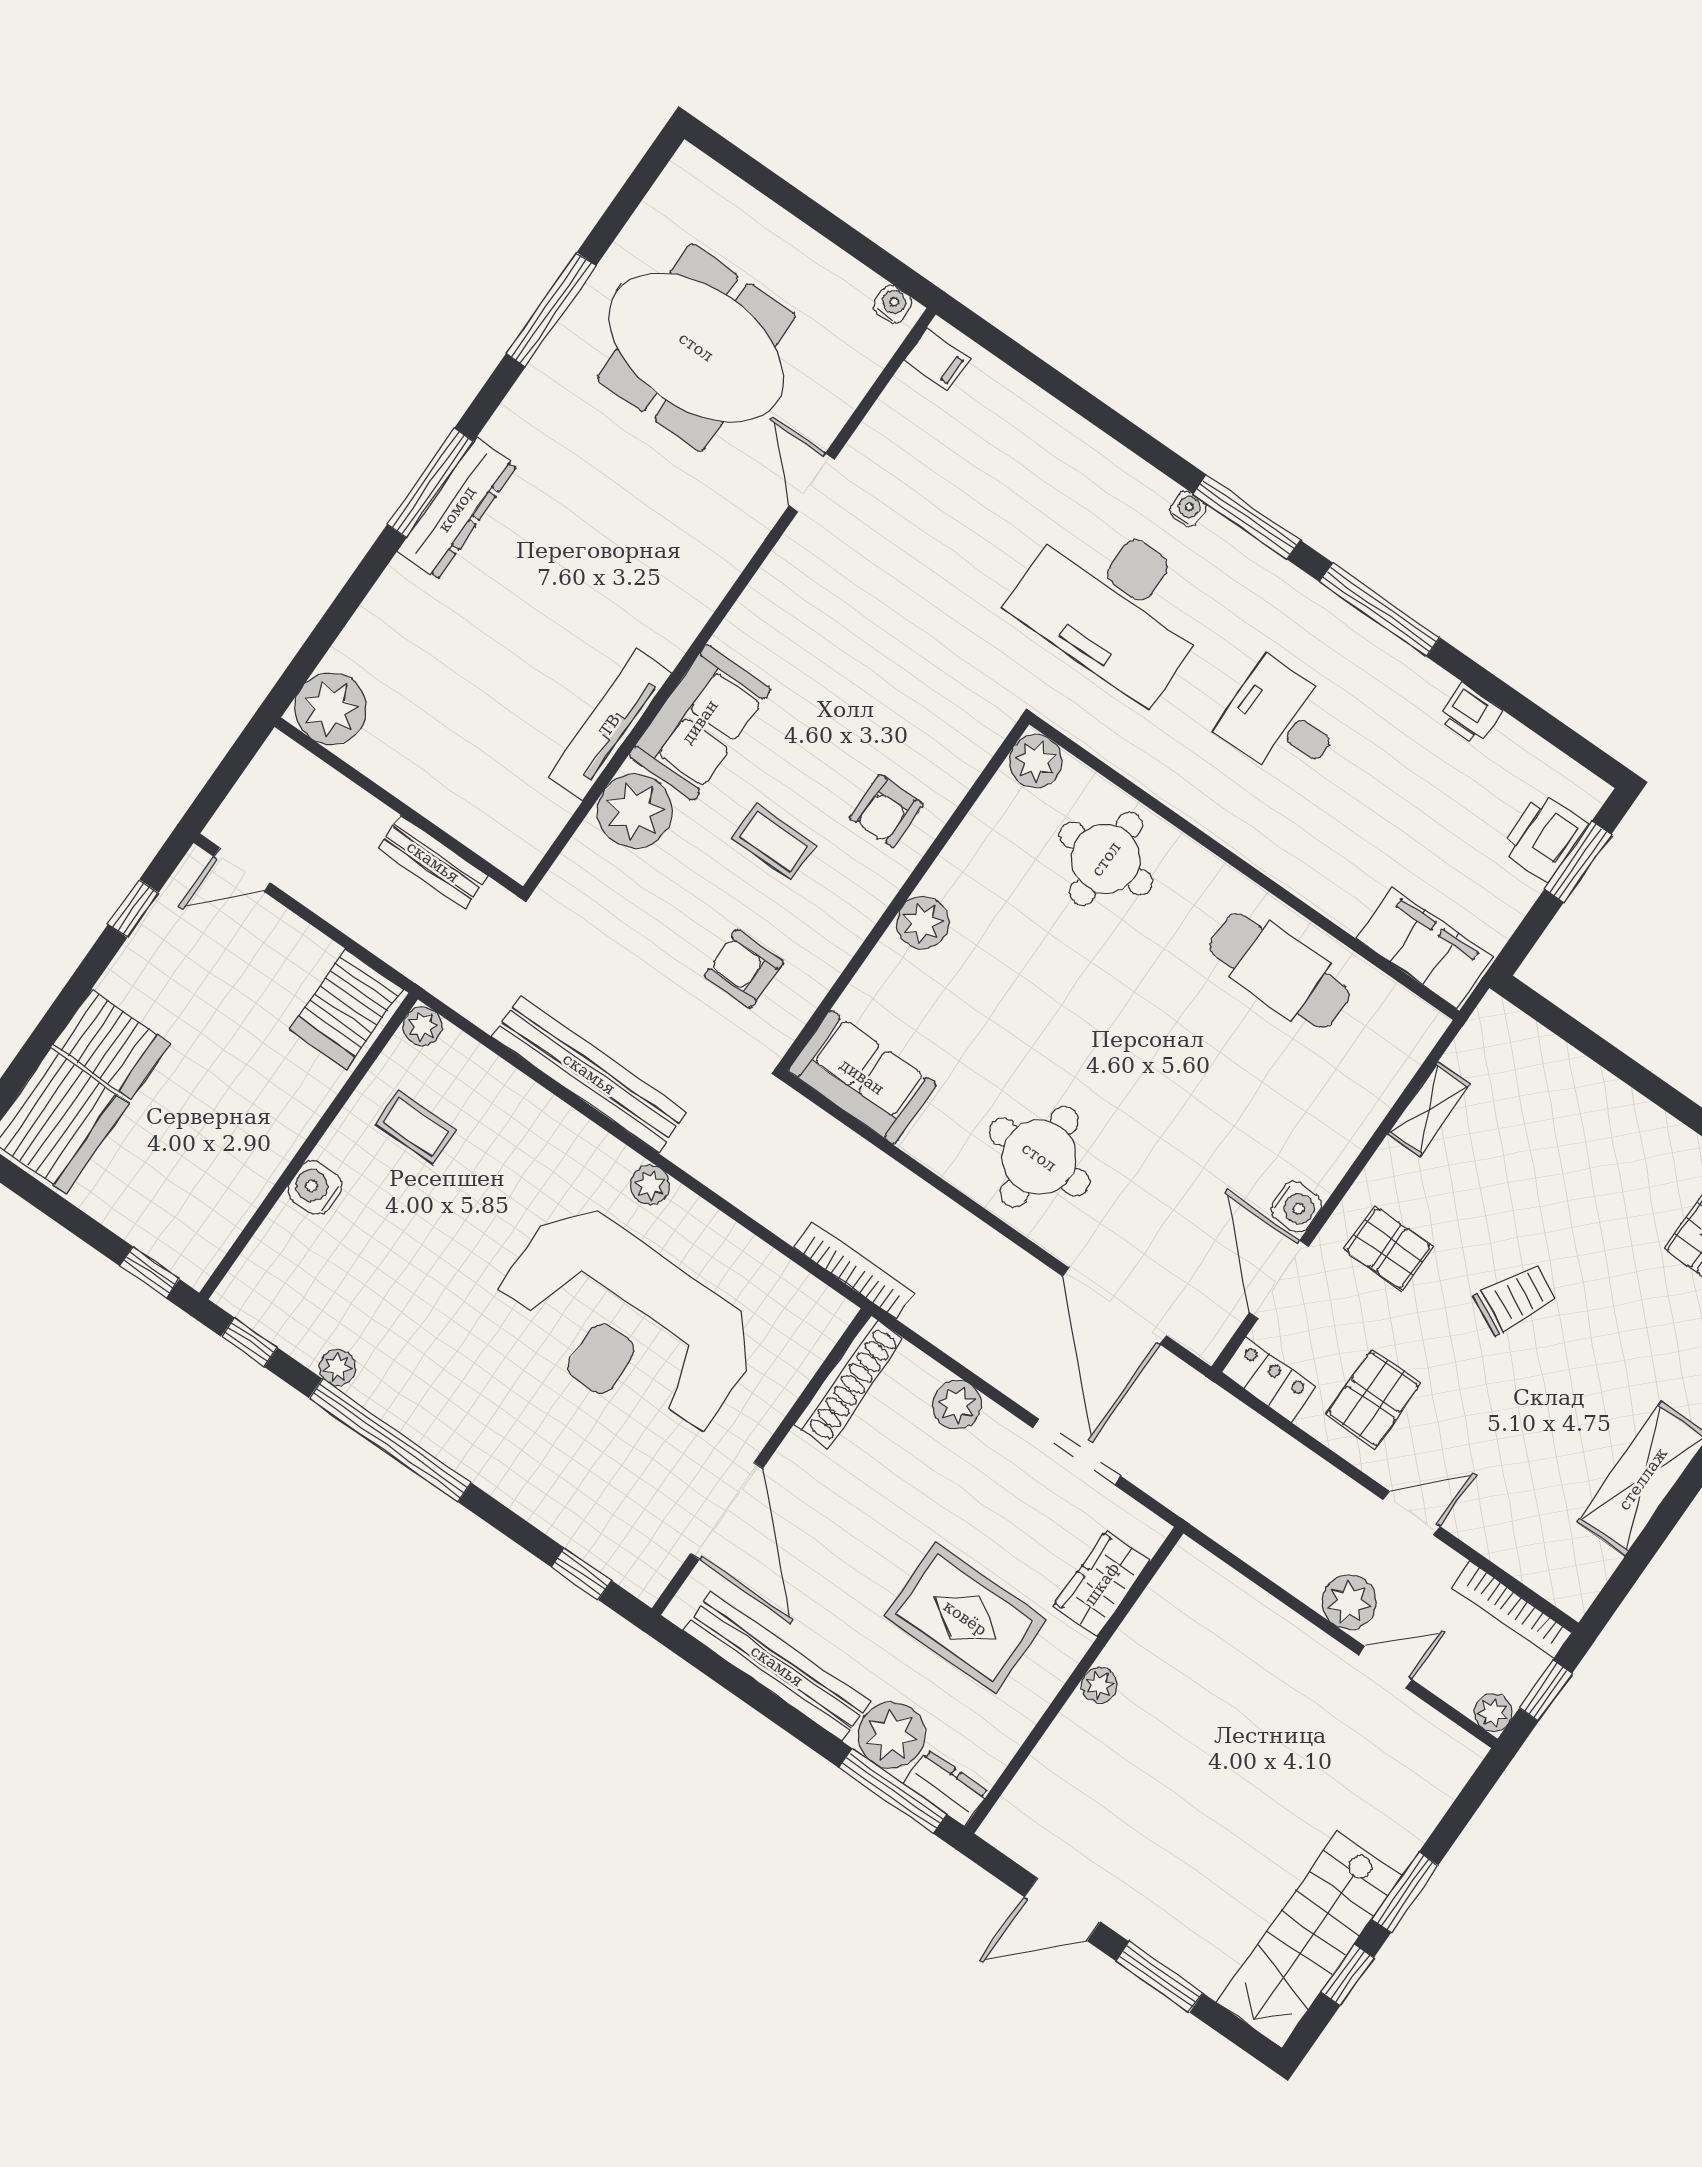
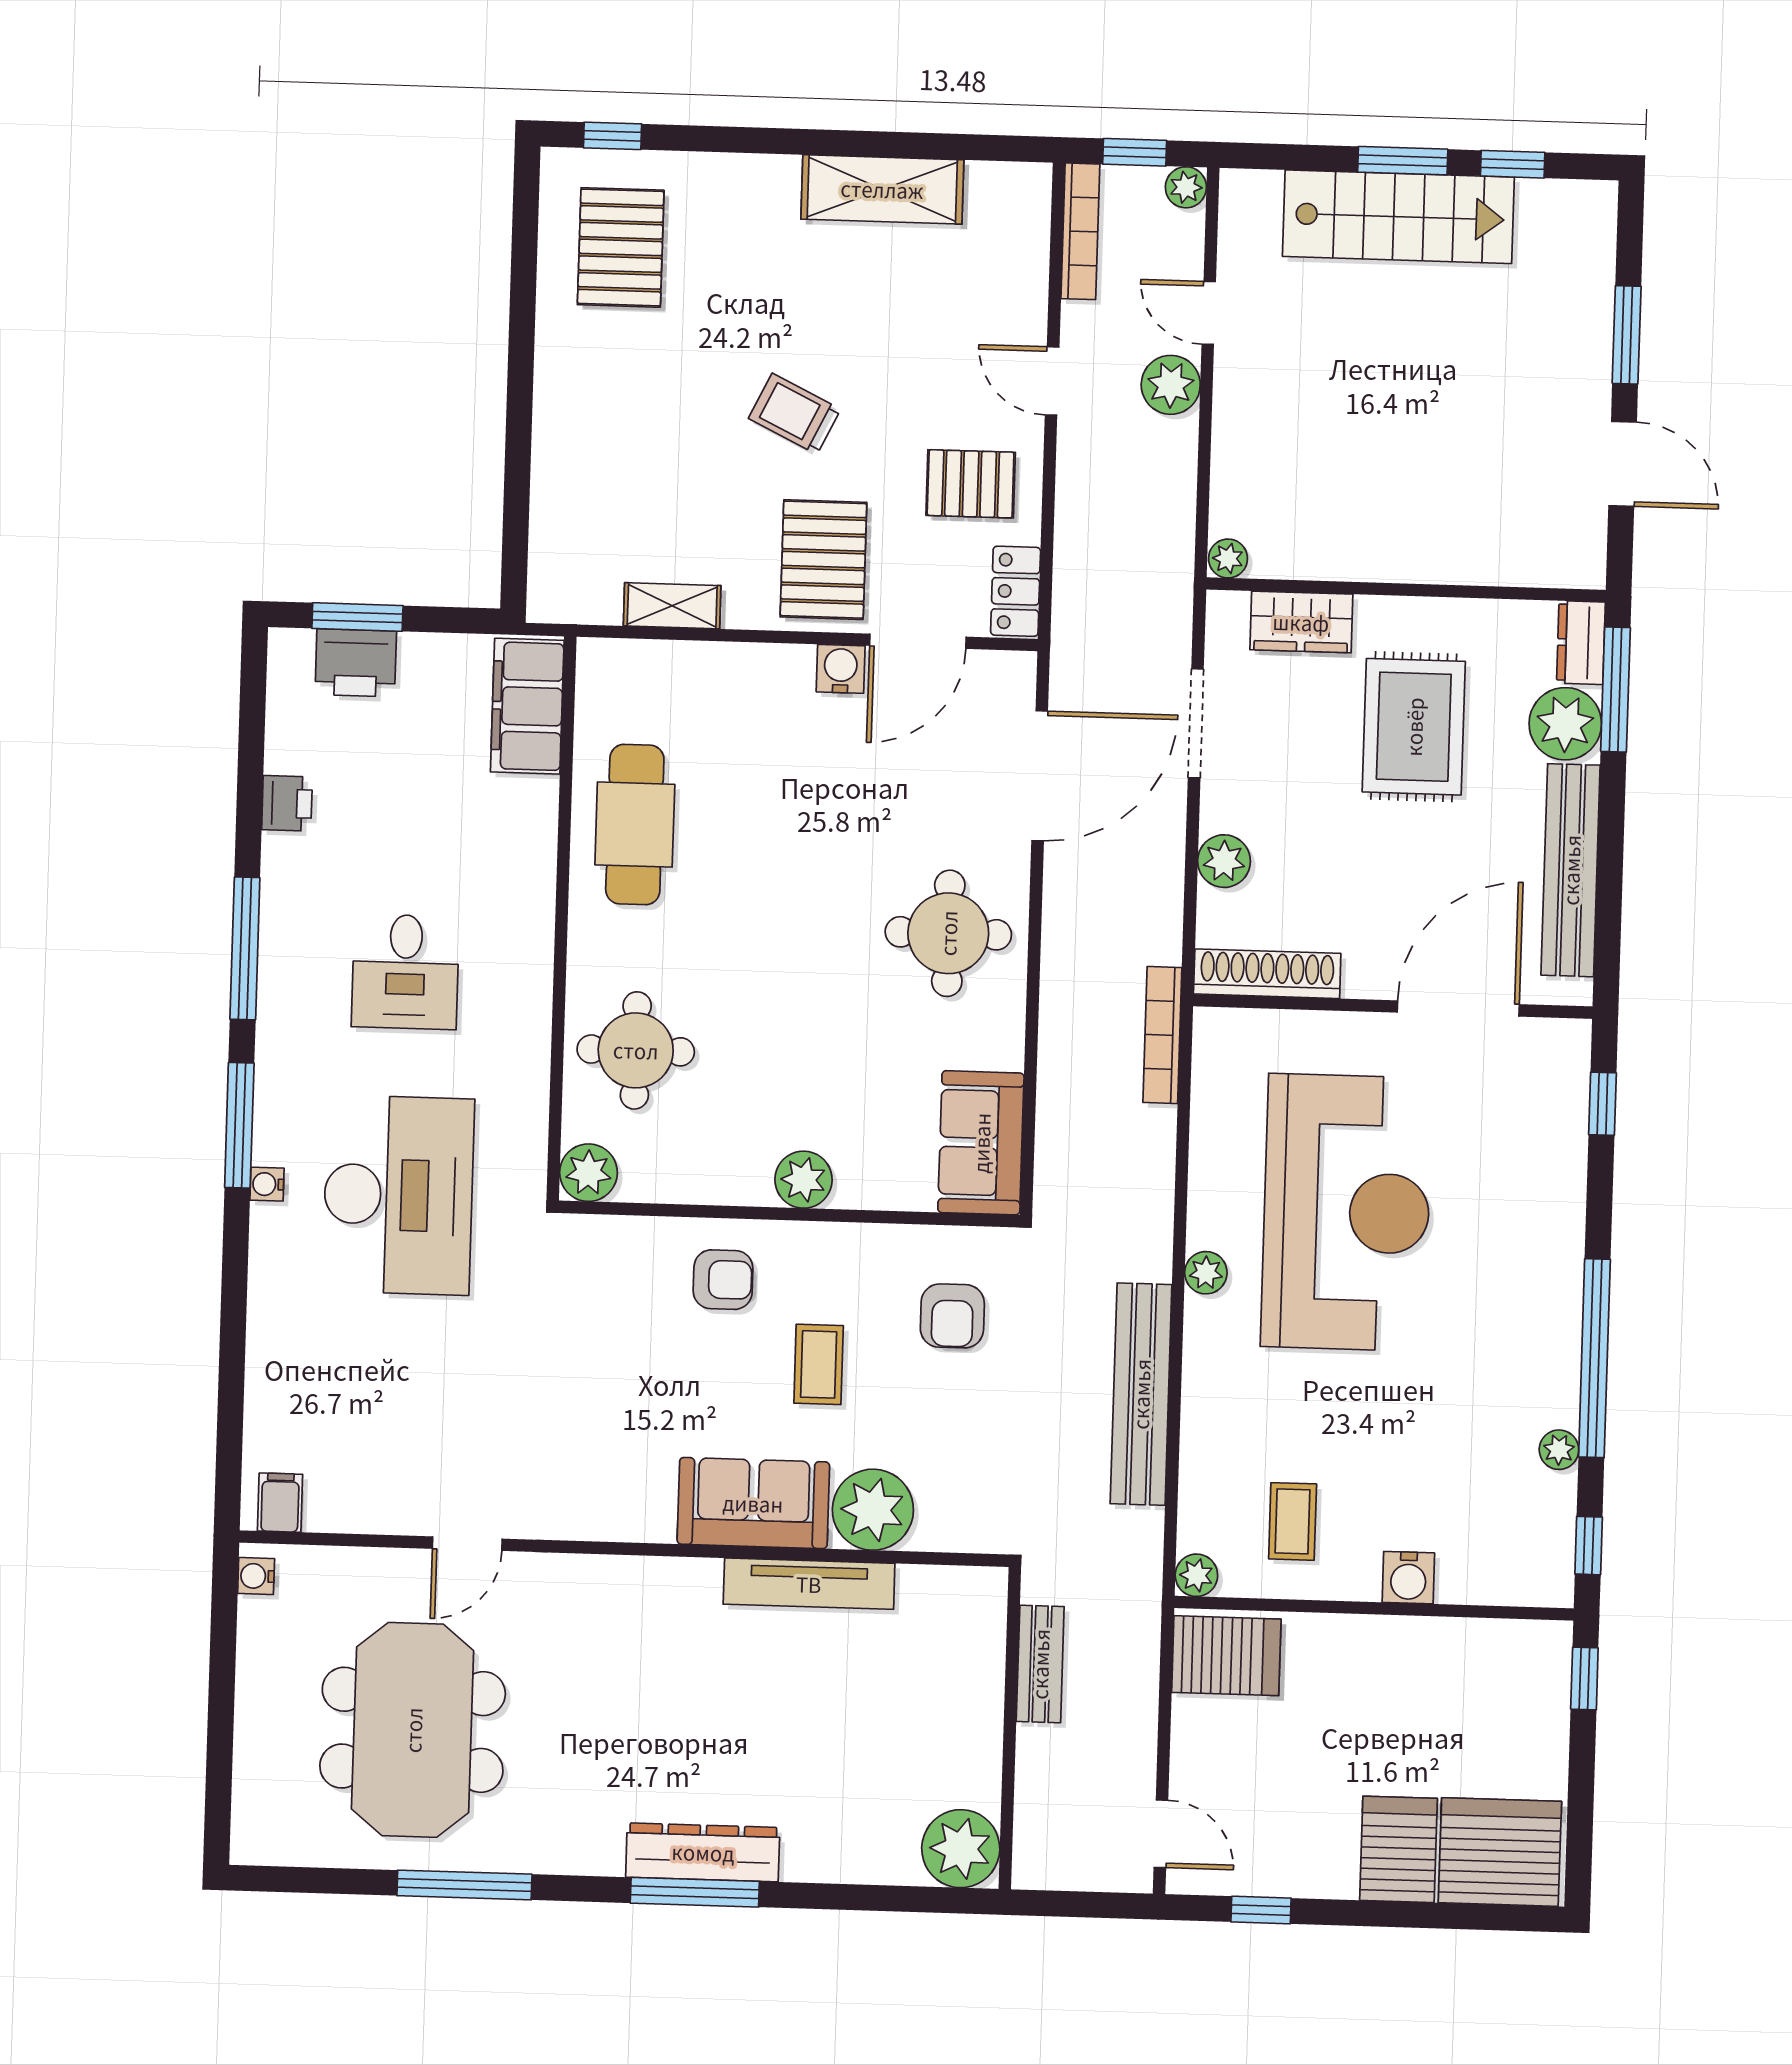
pallet: (1389, 1248) -> (823, 560), width x1.50, depth x1.42
plant: (1099, 1685) -> (1228, 558), moved
stairs: (1310, 1939) -> (1398, 217), moved

